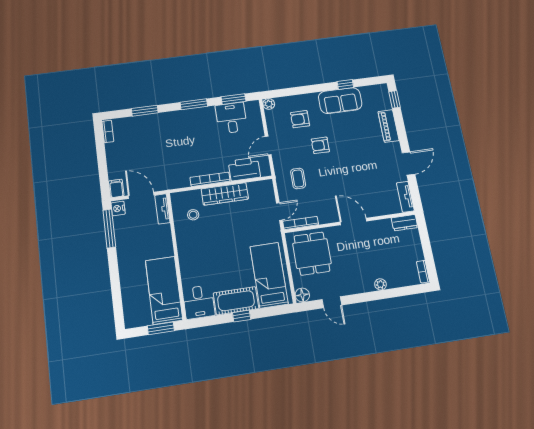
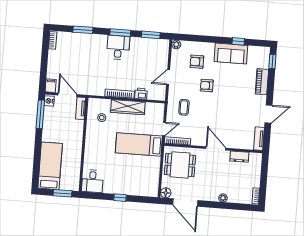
desk: (231, 118) -> (118, 47), moved
printer: (244, 169) -> (141, 94), width x0.53, depth x0.68
dresser: (405, 223) -> (239, 157), moved
dining table: (312, 254) -> (180, 165), turned 90
bed: (269, 275) -> (139, 144), moved, turned -90
bed: (164, 290) -> (50, 166), moved
cot: (236, 301) -> (118, 186), removed
door: (332, 302) -> (185, 203), width x1.87

